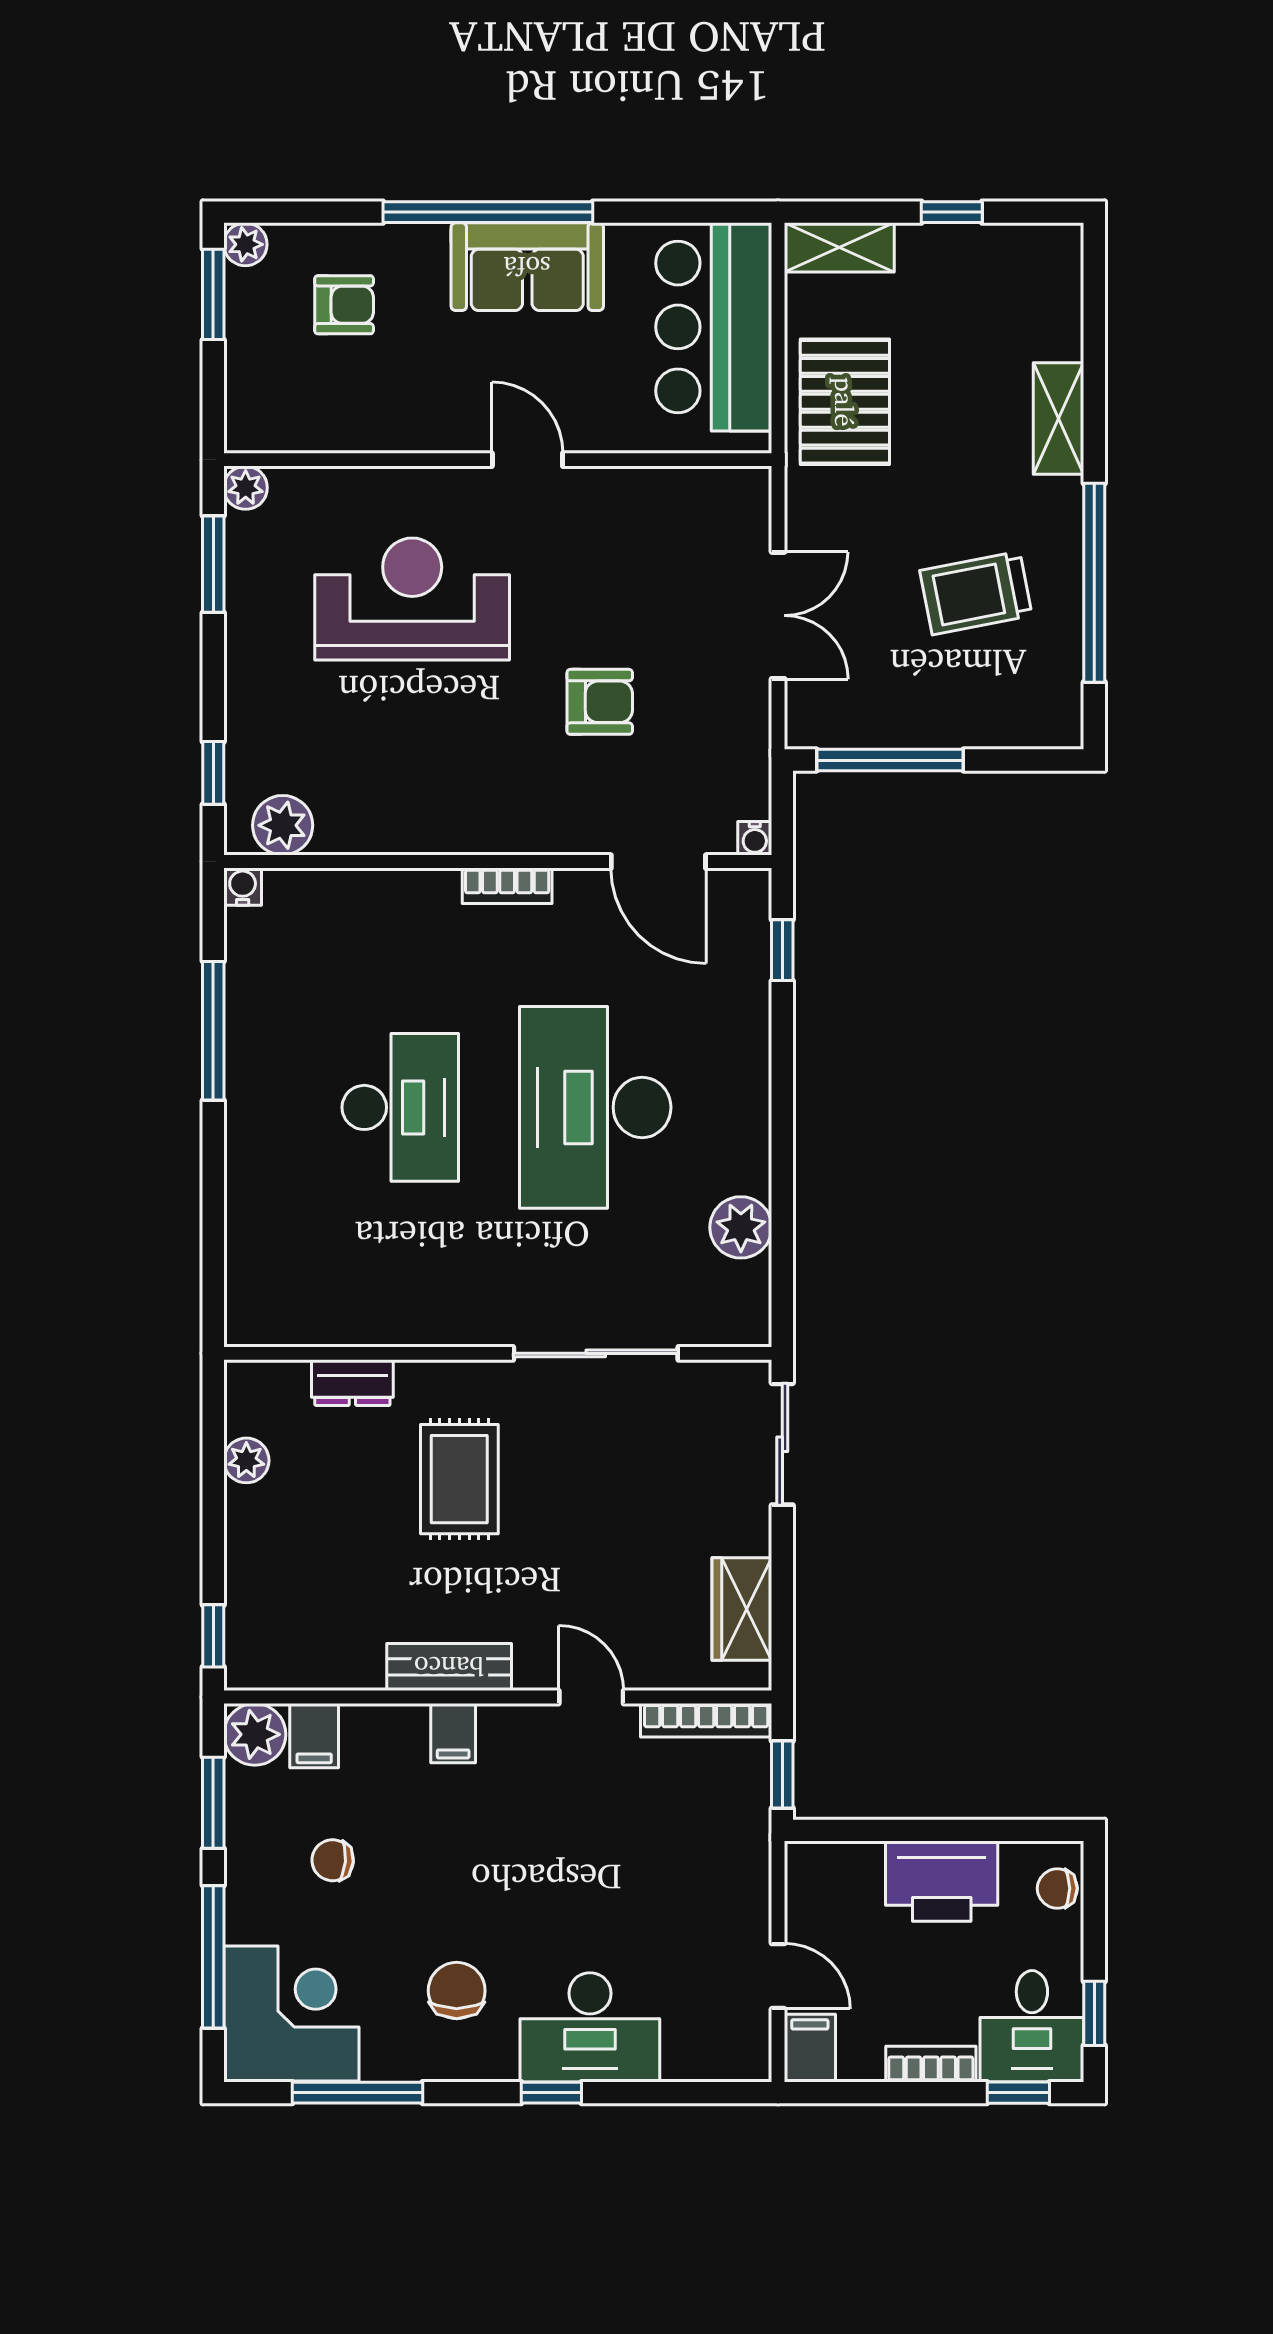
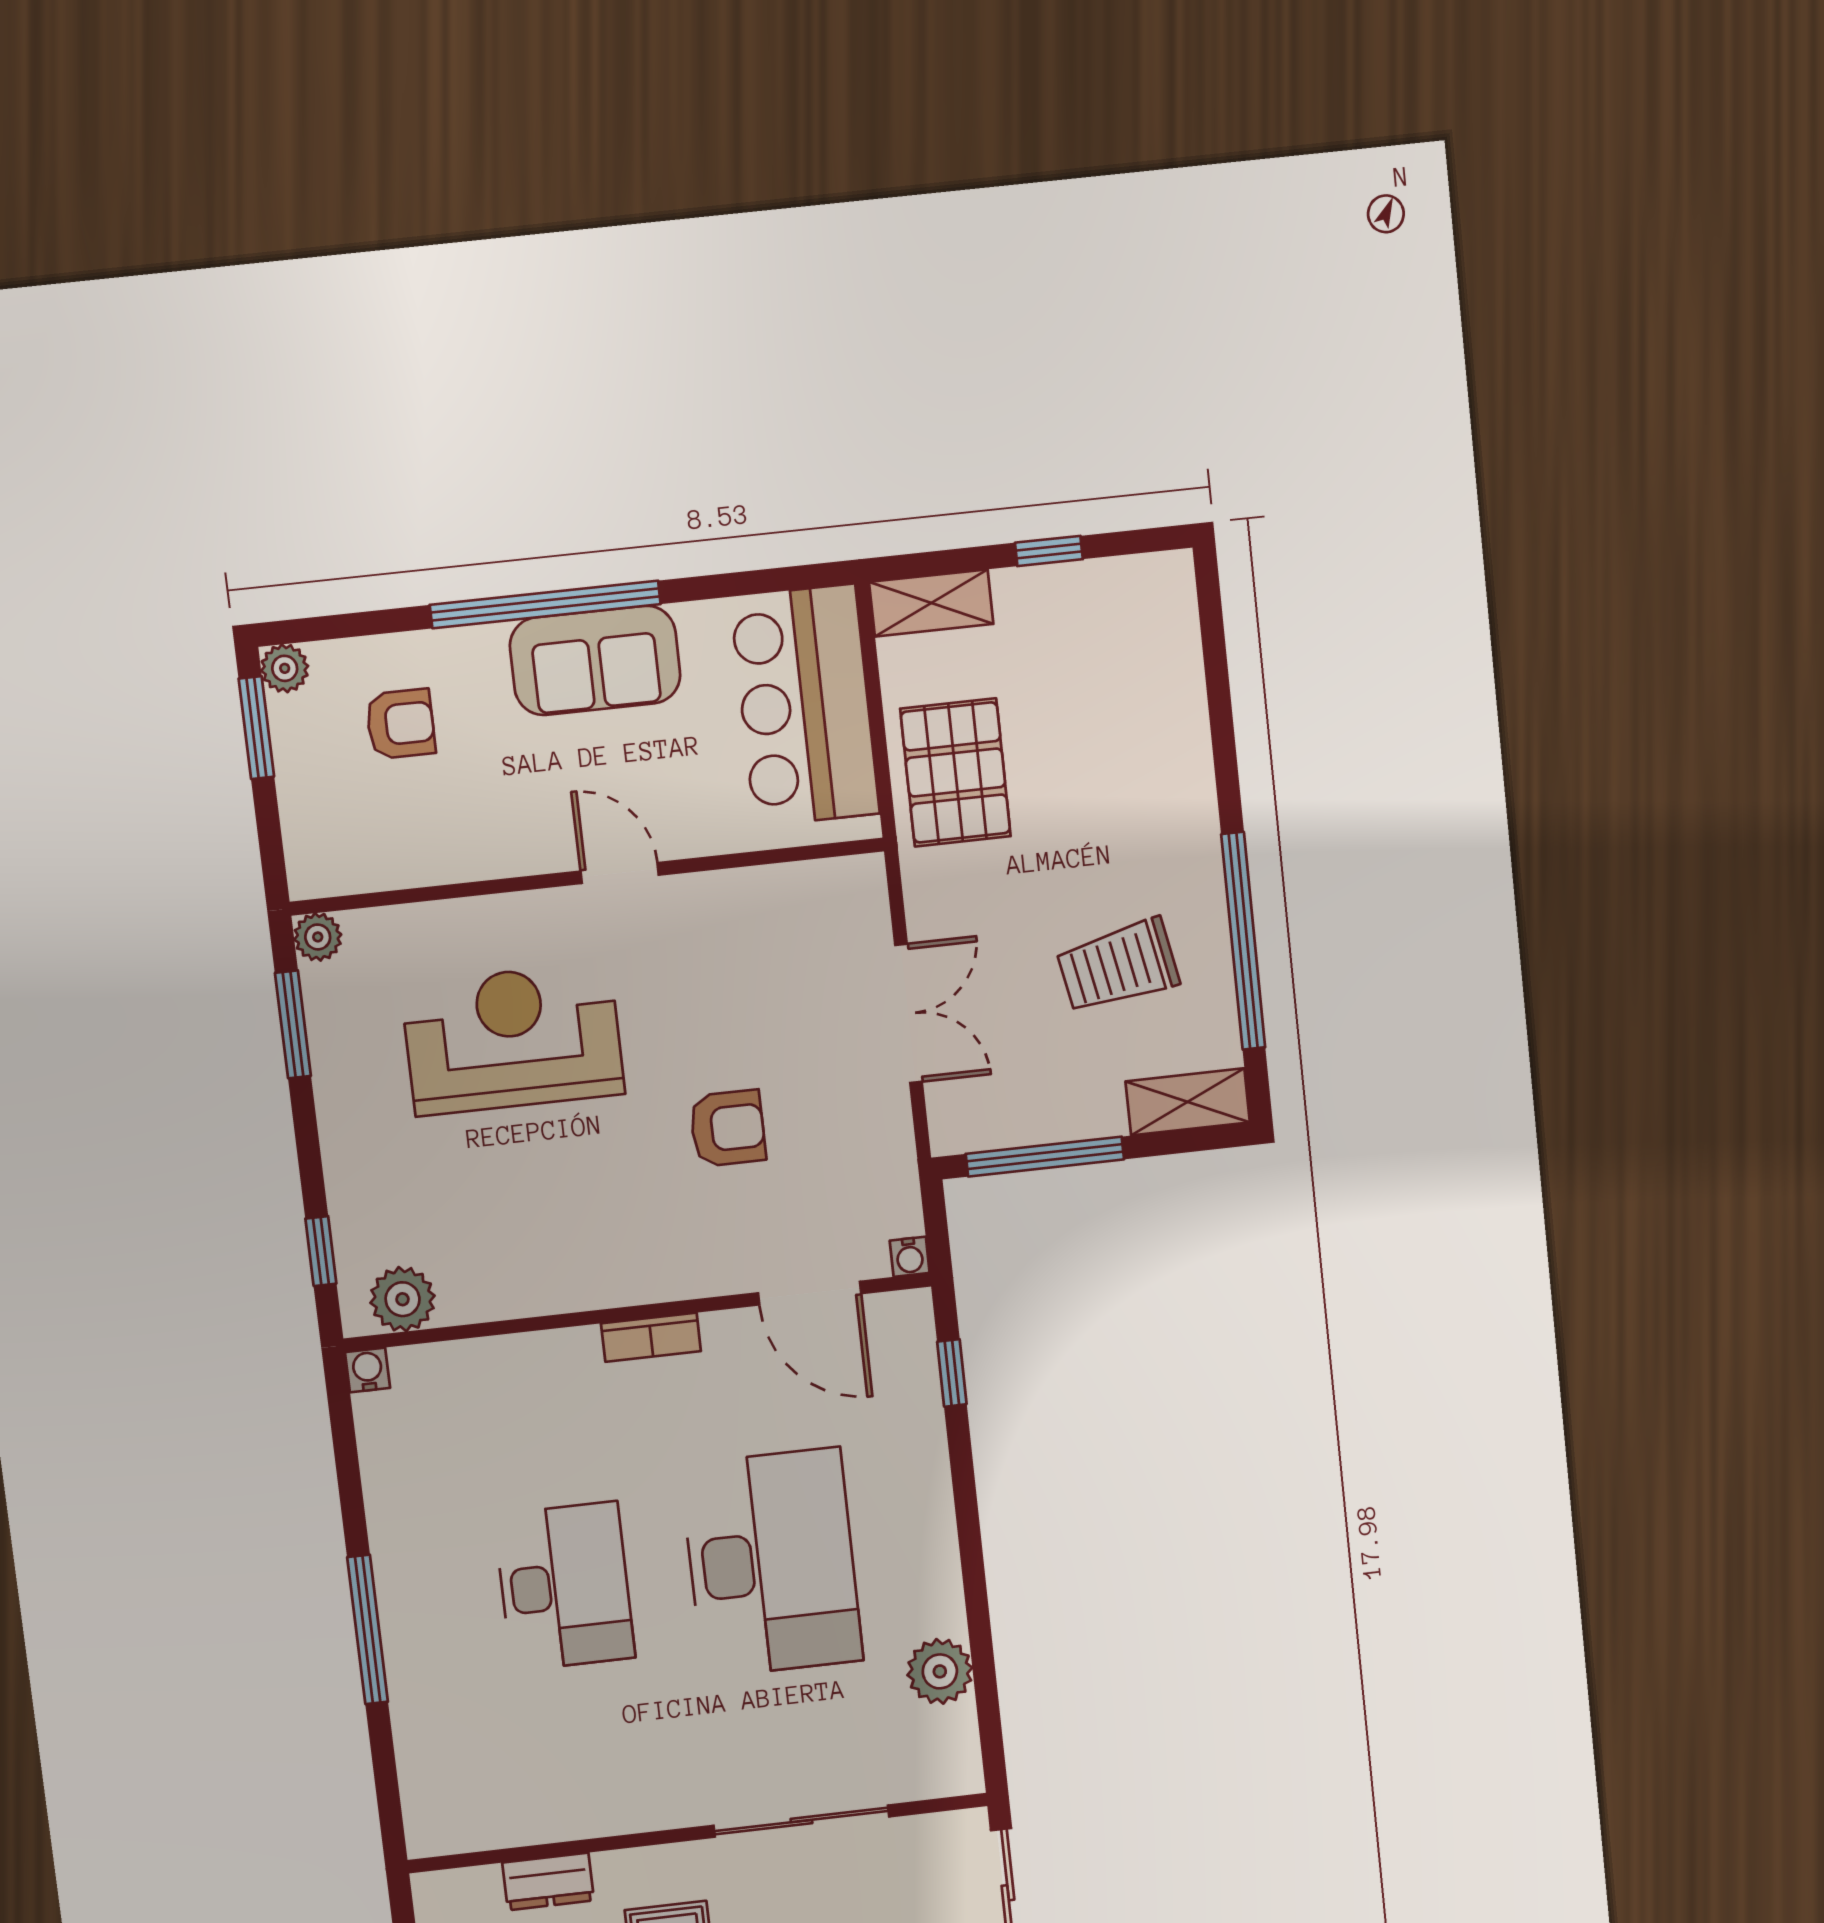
shelving: (1059, 419) -> (1188, 1102), moved, turned 90
window: (213, 1031) -> (368, 1630), moved
desk: (595, 1107) -> (772, 1563), turned 180

